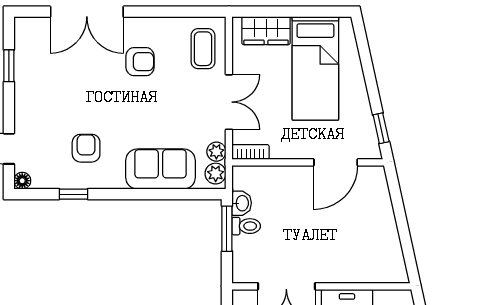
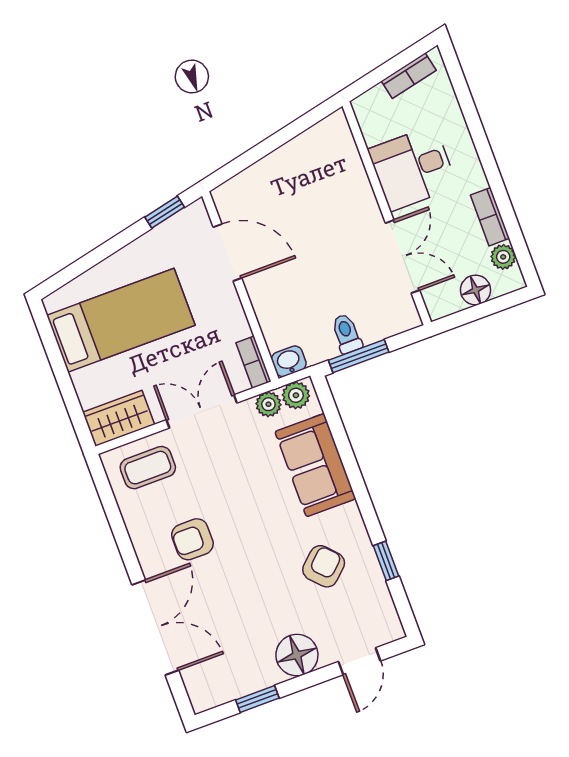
wardrobe: (266, 31) -> (119, 418), moved, turned -90
armchair: (140, 62) -> (192, 539), turned -90
armchair: (86, 148) -> (324, 566), turned 137
floor lamp: (22, 181) -> (297, 655), moved, width x1.89, depth x1.89
washbasin: (242, 203) -> (289, 361), moved

